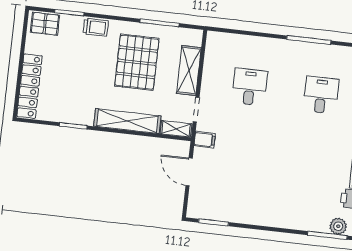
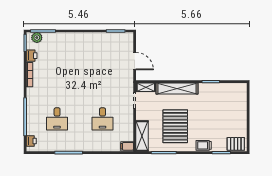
shelving: (189, 70) -> (142, 136), moved
locker: (30, 86) -> (241, 104), removed
filing cabinet: (205, 140) -> (127, 146), moved

